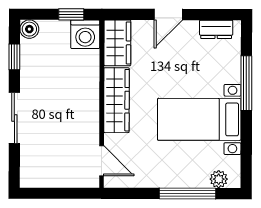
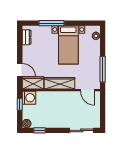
door: (168, 14) -> (20, 70), moved
sliding door: (14, 118) -> (82, 130), moved
door: (102, 161) -> (88, 90), swing flipped
window: (187, 193) -> (103, 69), moved

